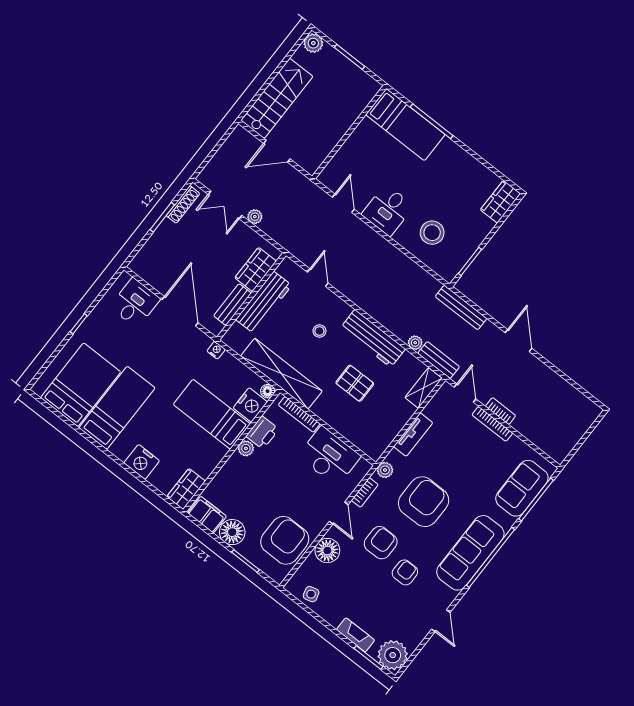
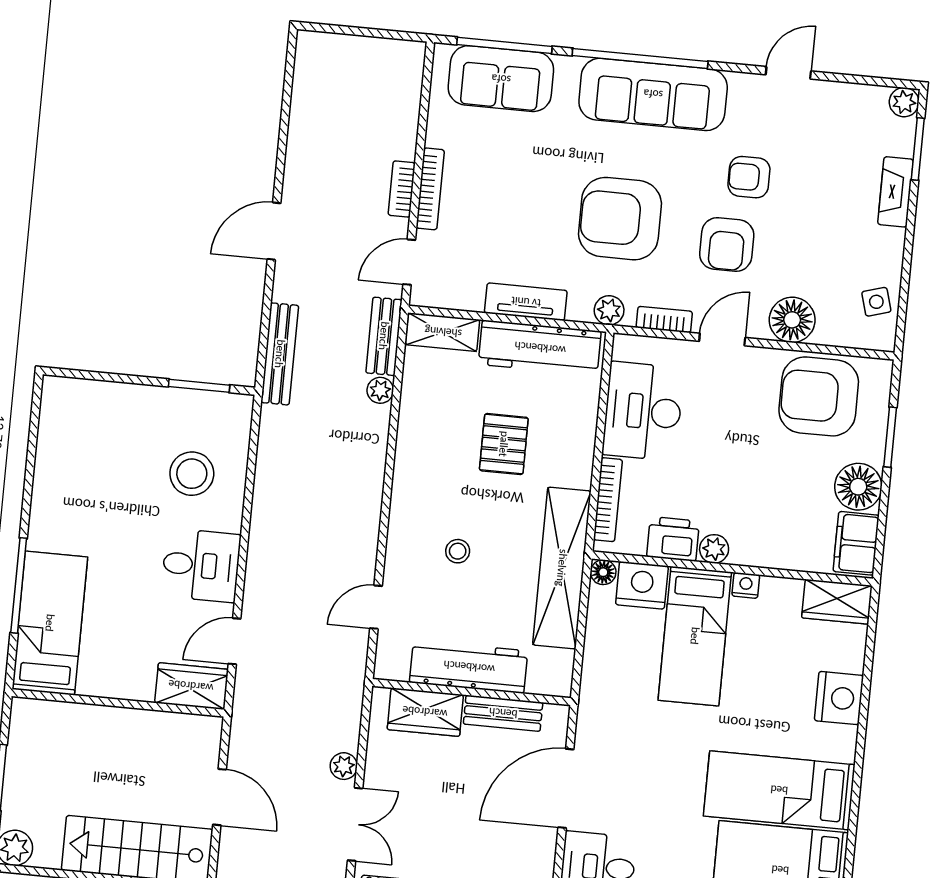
wardrobe: (500, 202) -> (191, 686), moved, turned 180
workbench: (373, 338) -> (540, 348), moved, turned 90
nightstand: (216, 350) -> (746, 585), moved, turned 90
armchair: (381, 543) -> (727, 245), turned -90
plant: (393, 655) -> (904, 102), width x0.53, depth x0.53

